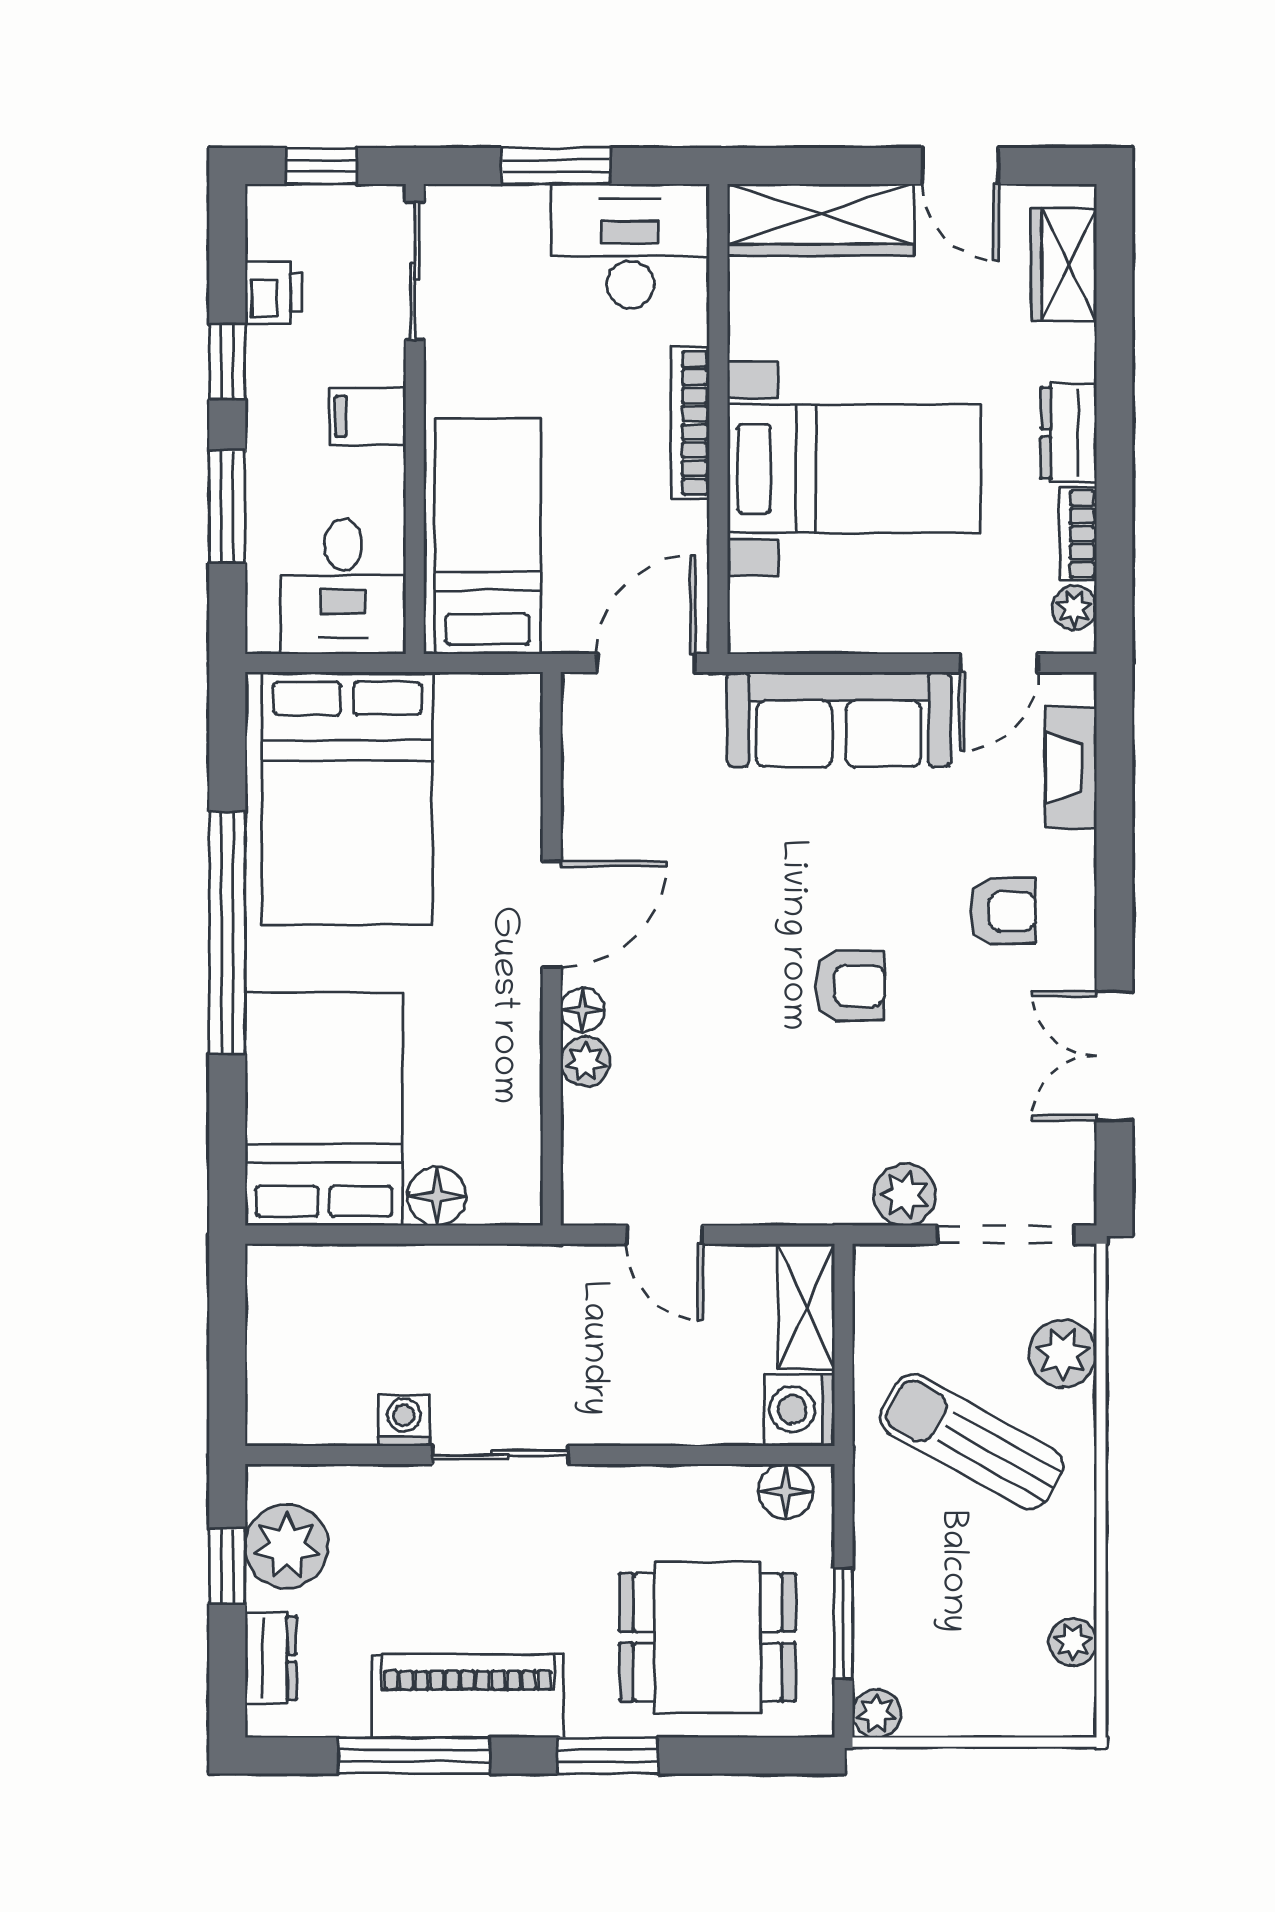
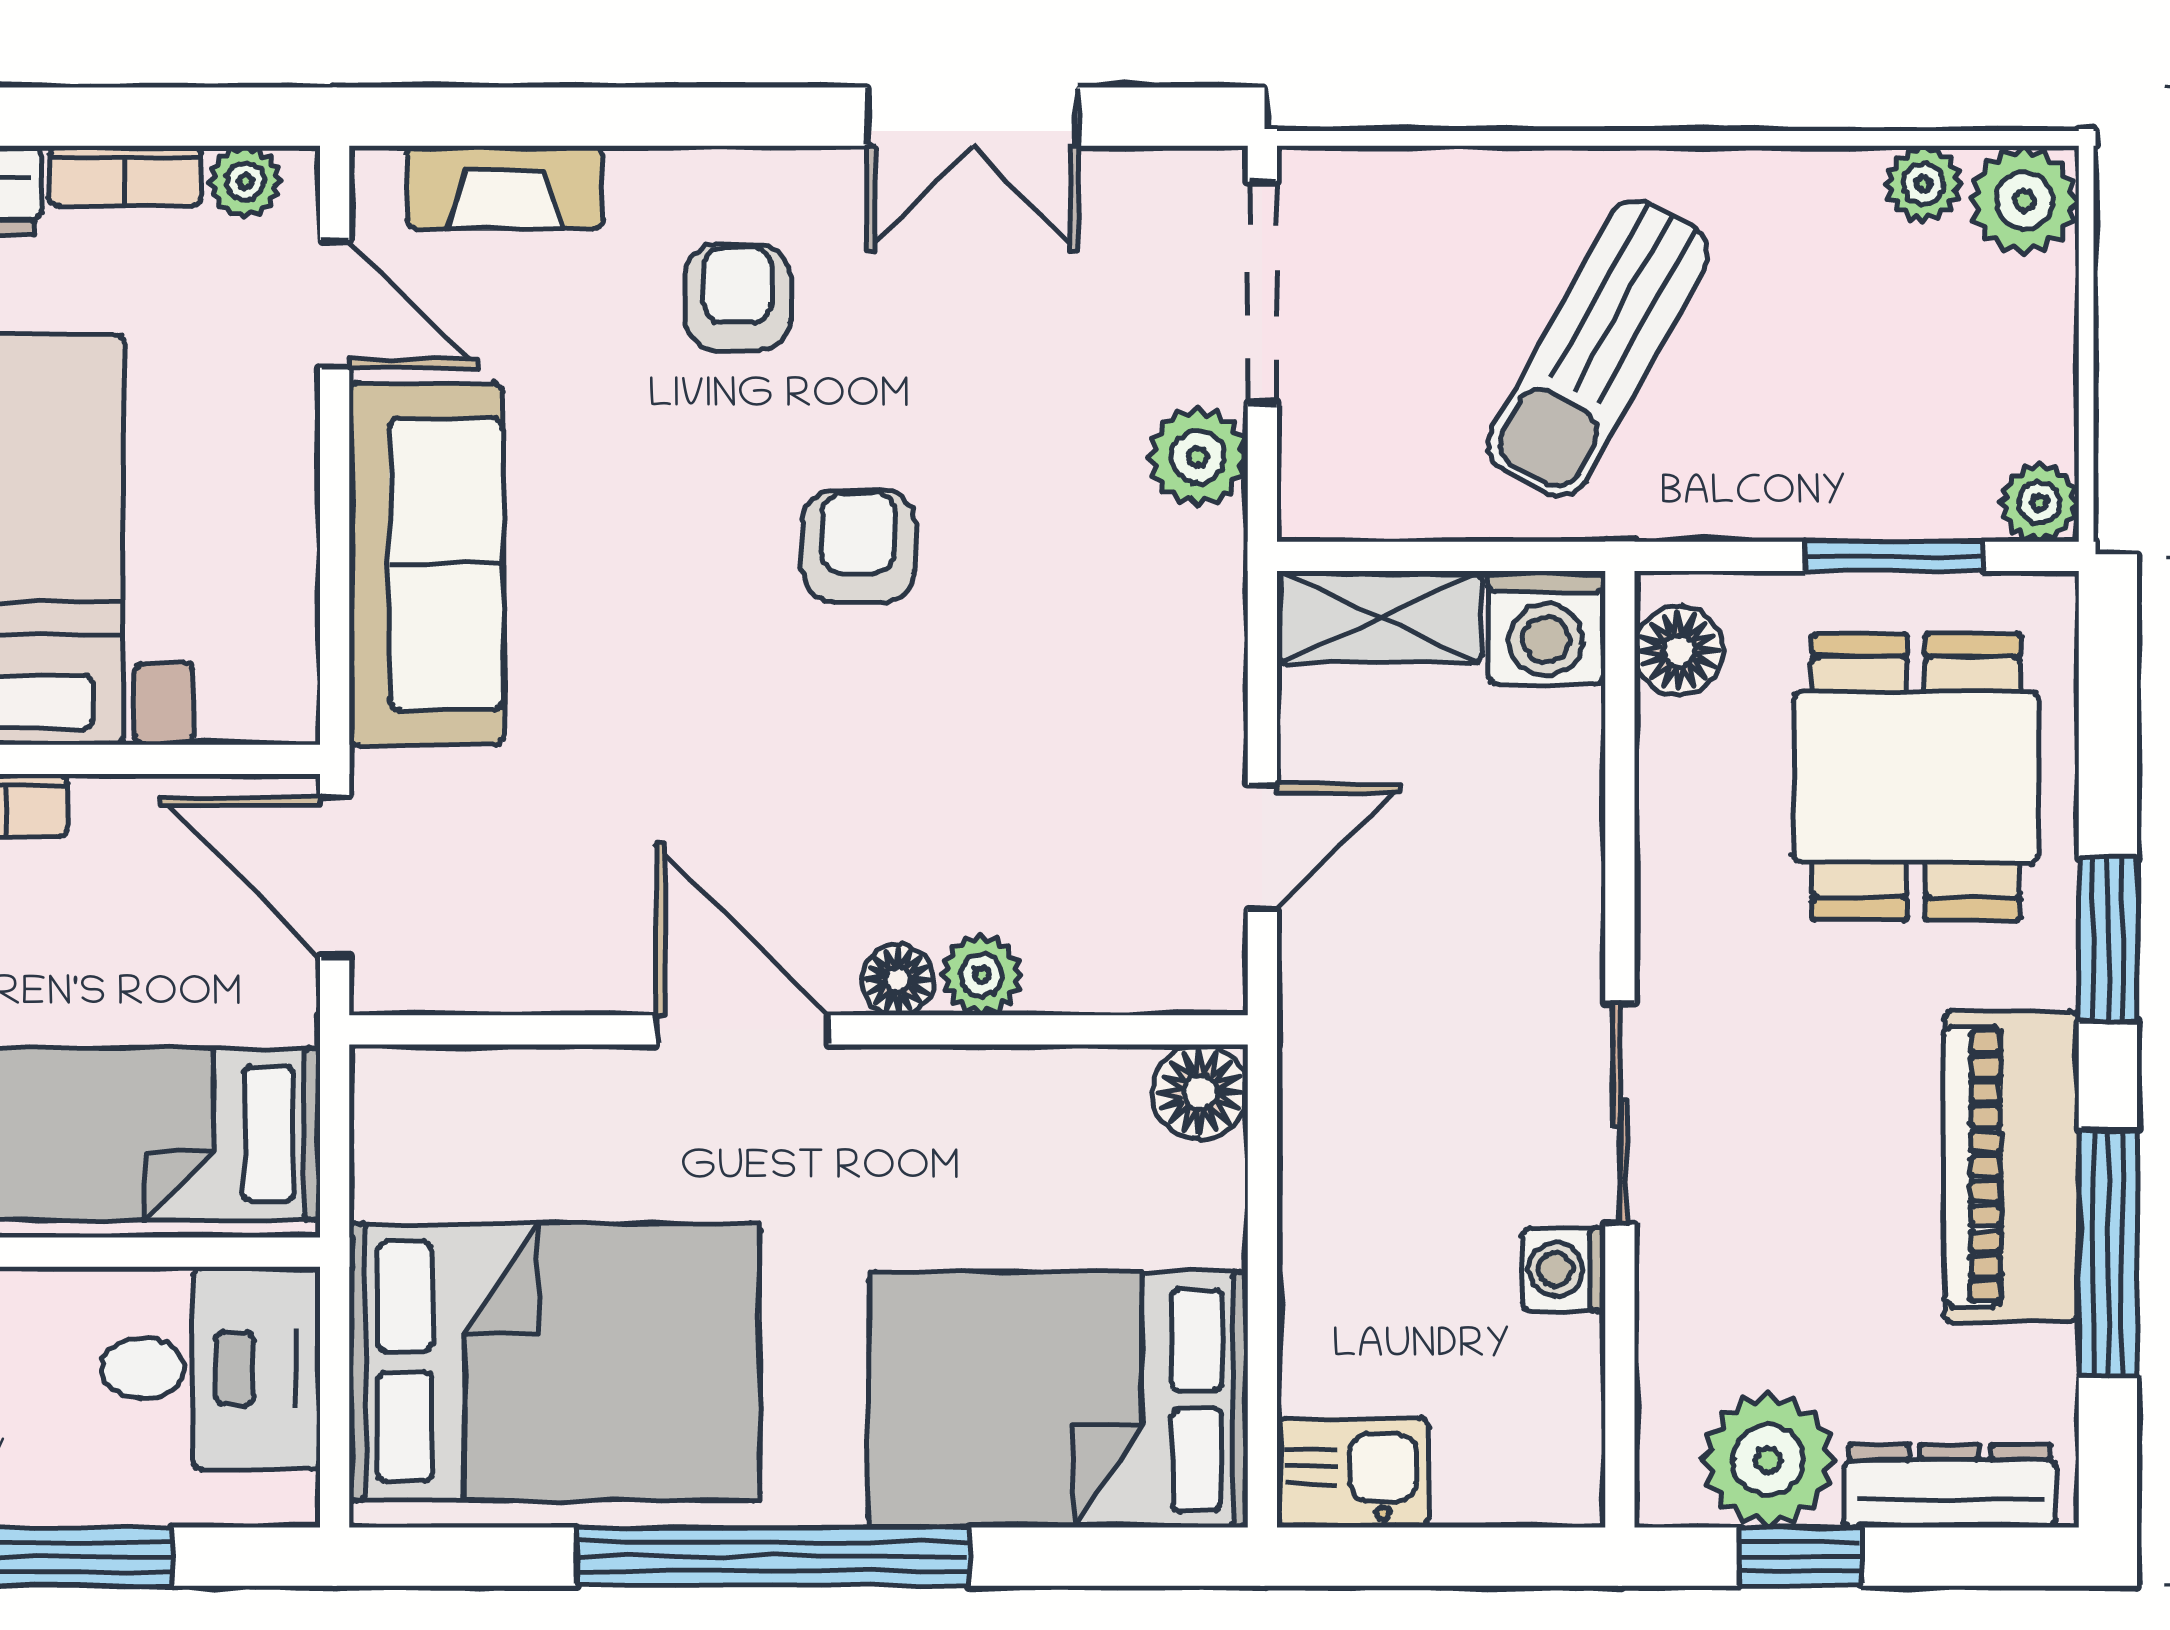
floor lamp: (437, 1196) -> (1200, 1092), moved
kitchen sink: (279, 1290) -> (1353, 1473), added
plant: (1063, 1353) -> (2024, 200), moved
dresser: (271, 1658) -> (1950, 1486), width x1.44

